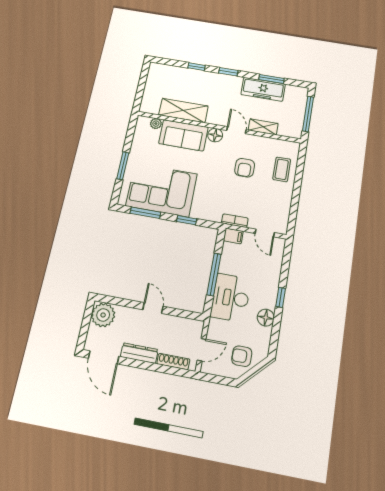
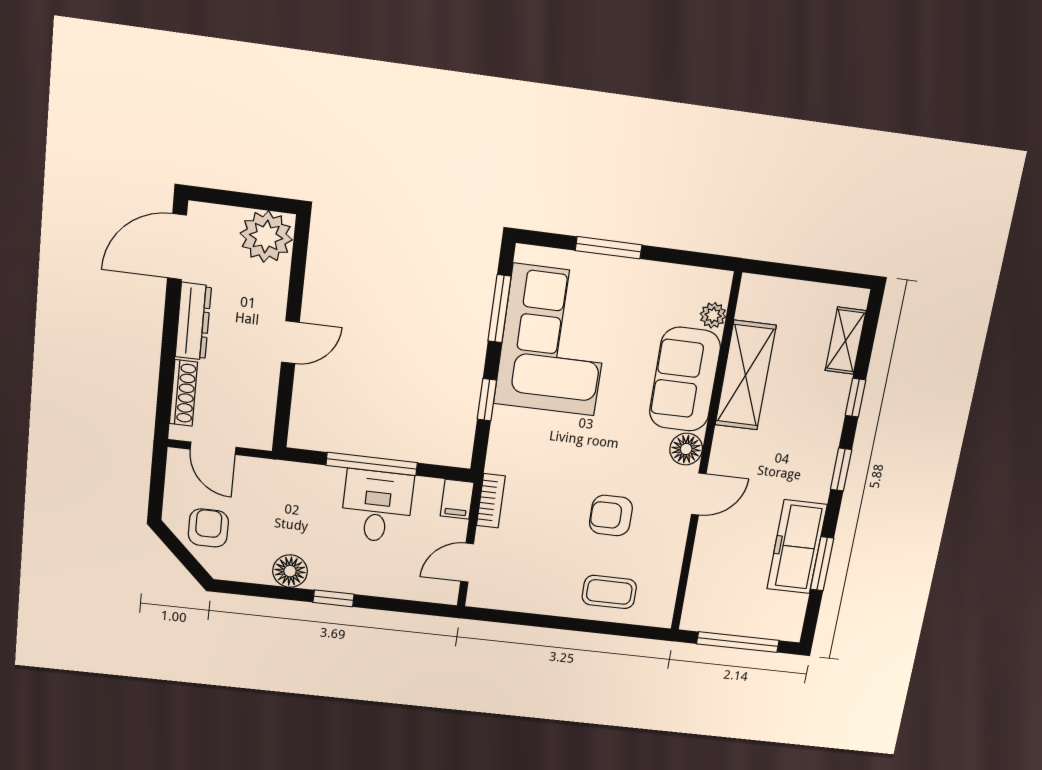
shelving: (263, 127) -> (846, 341), moved
desk: (231, 298) -> (377, 506), moved, width x0.73

